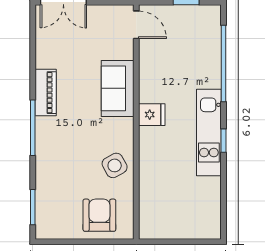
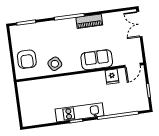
fridge: (152, 115) -> (112, 77), moved
armchair: (99, 215) -> (27, 59), turned 90

